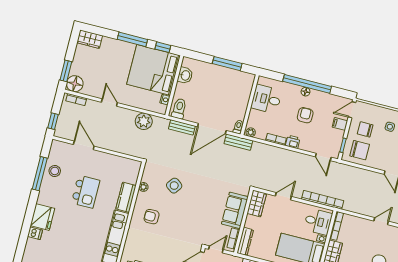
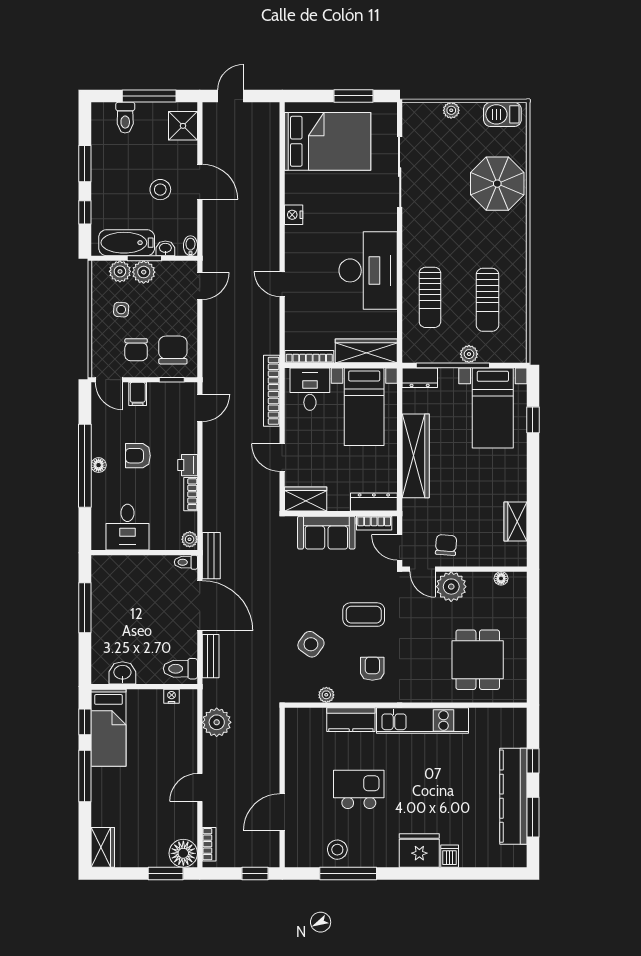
bed: (154, 70) -> (108, 728), width x0.49
armchair: (152, 217) -> (372, 669), turned 180
coffee table: (183, 220) -> (364, 615), added

